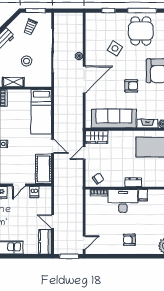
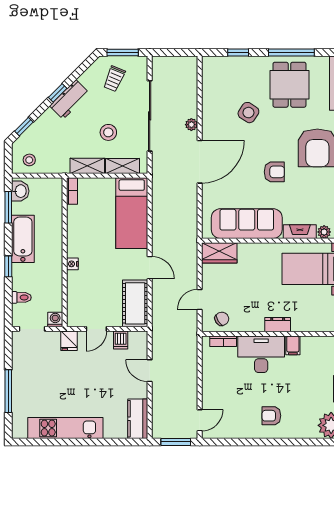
shelving: (36, 82) -> (123, 166), added
door: (84, 153) -> (200, 299), moved
door: (53, 222) -> (150, 371), moved

